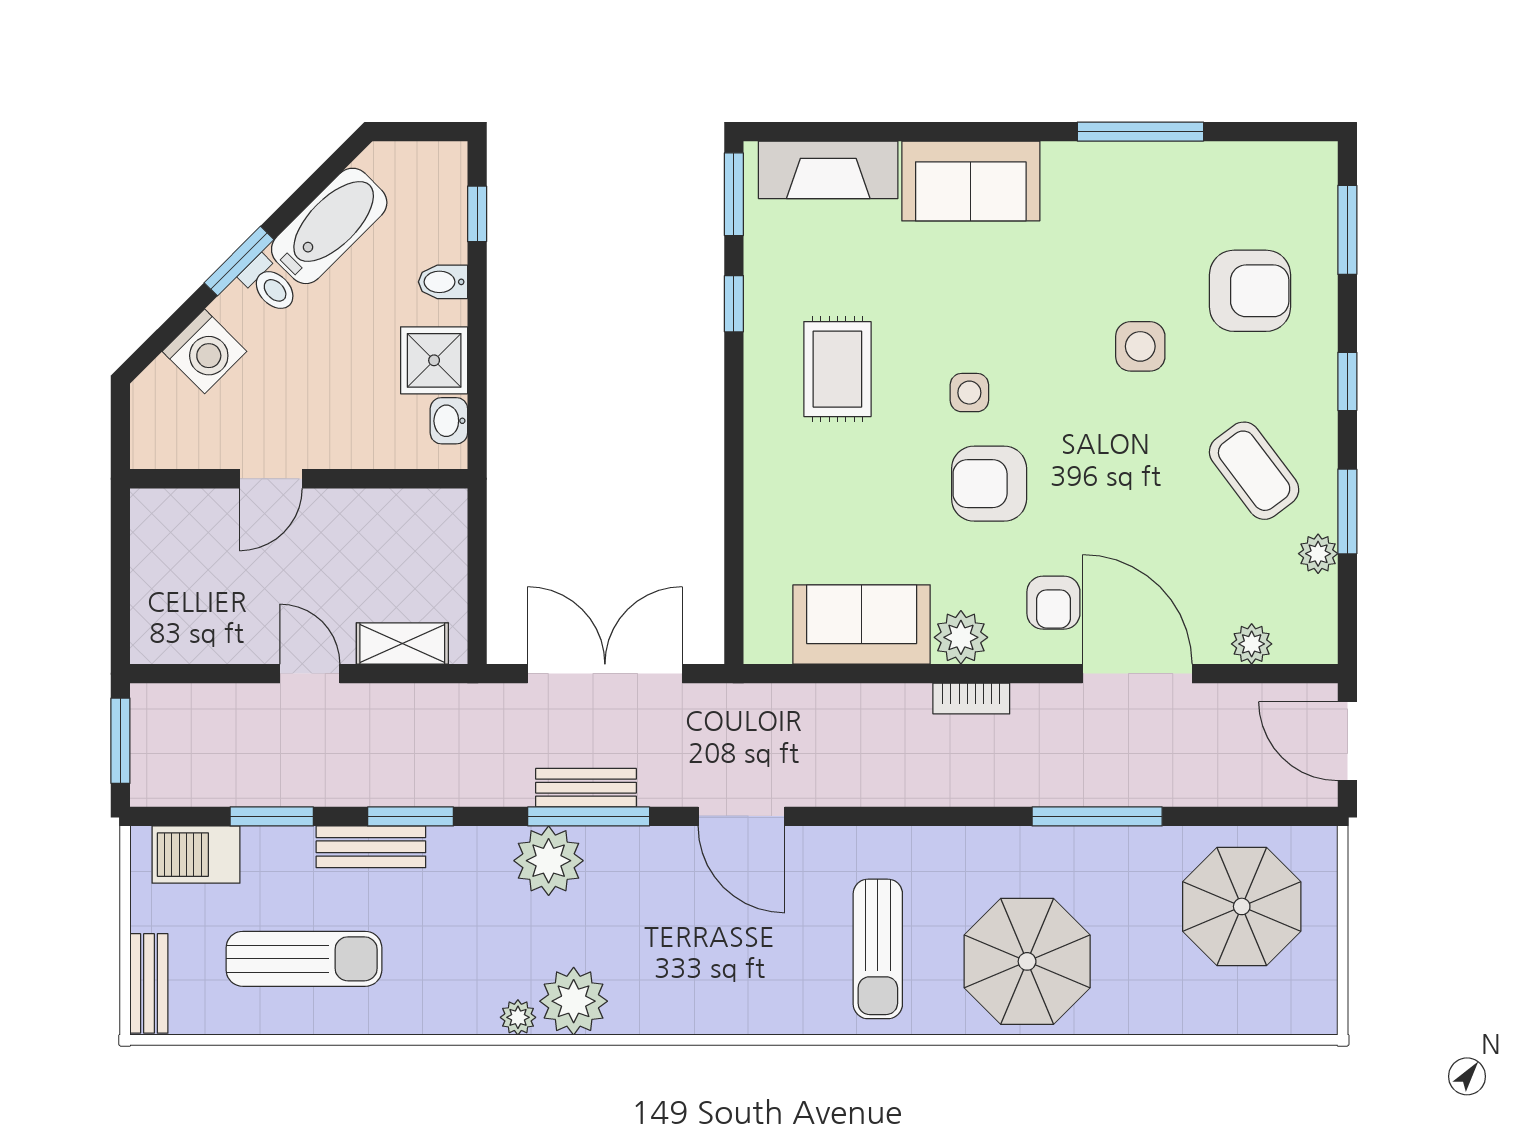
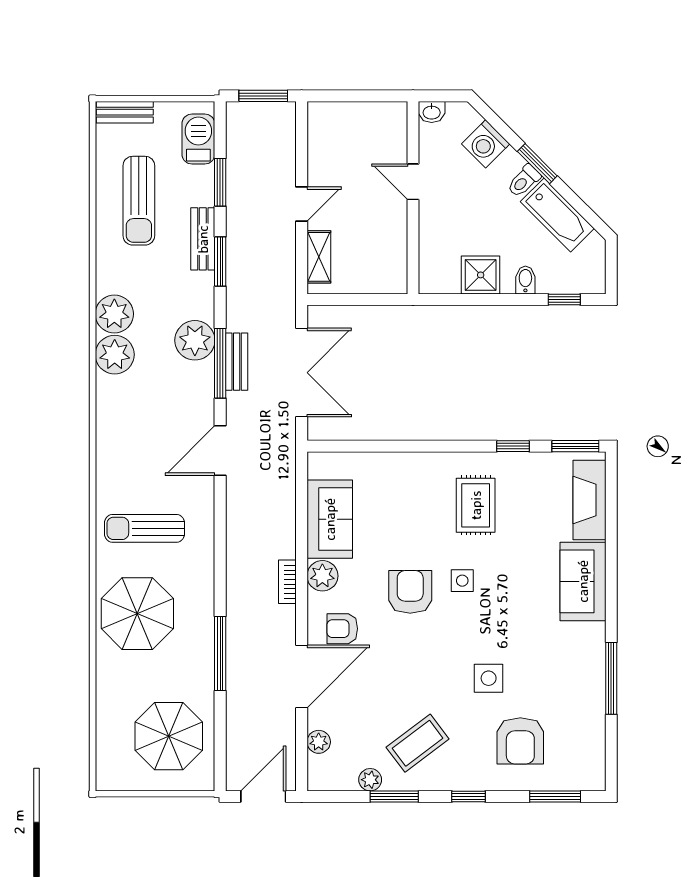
rug: (837, 369) -> (476, 505), turned 90
washbasin: (449, 421) -> (432, 112), moved, turned 180
plant: (518, 1017) -> (114, 314), width x1.88, depth x1.88

